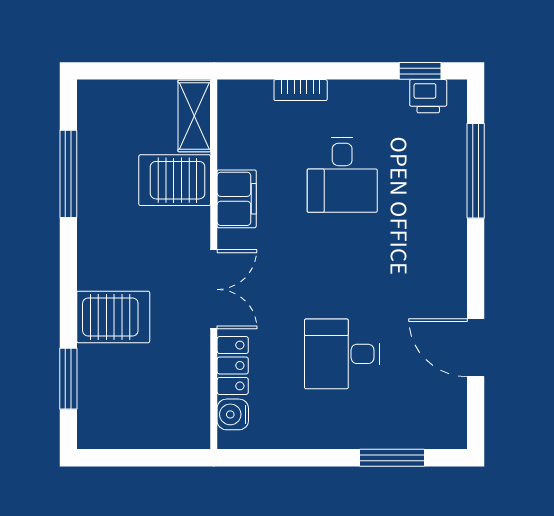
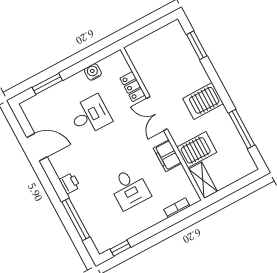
bookcase: (301, 90) -> (177, 208), moved
printer: (428, 96) -> (70, 183), moved, turned 90
desk: (342, 175) -> (130, 189), turned 180
server rack: (113, 317) -> (203, 101), moved
water cooler: (233, 414) -> (93, 72), moved, turned -90

